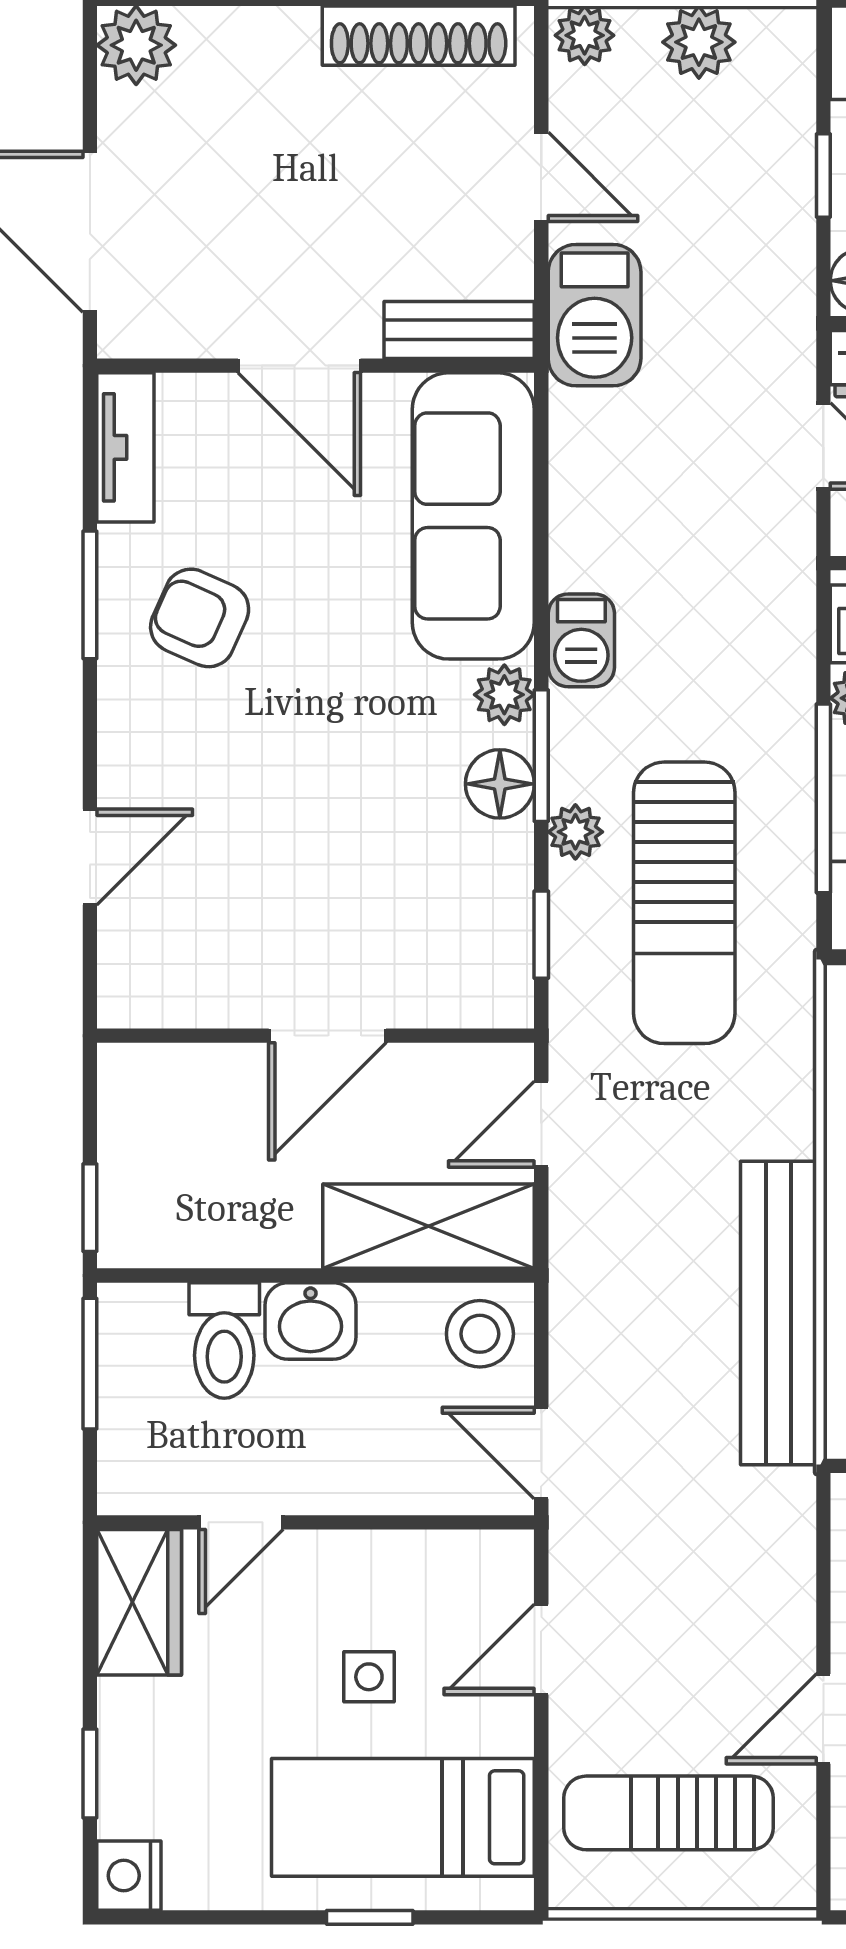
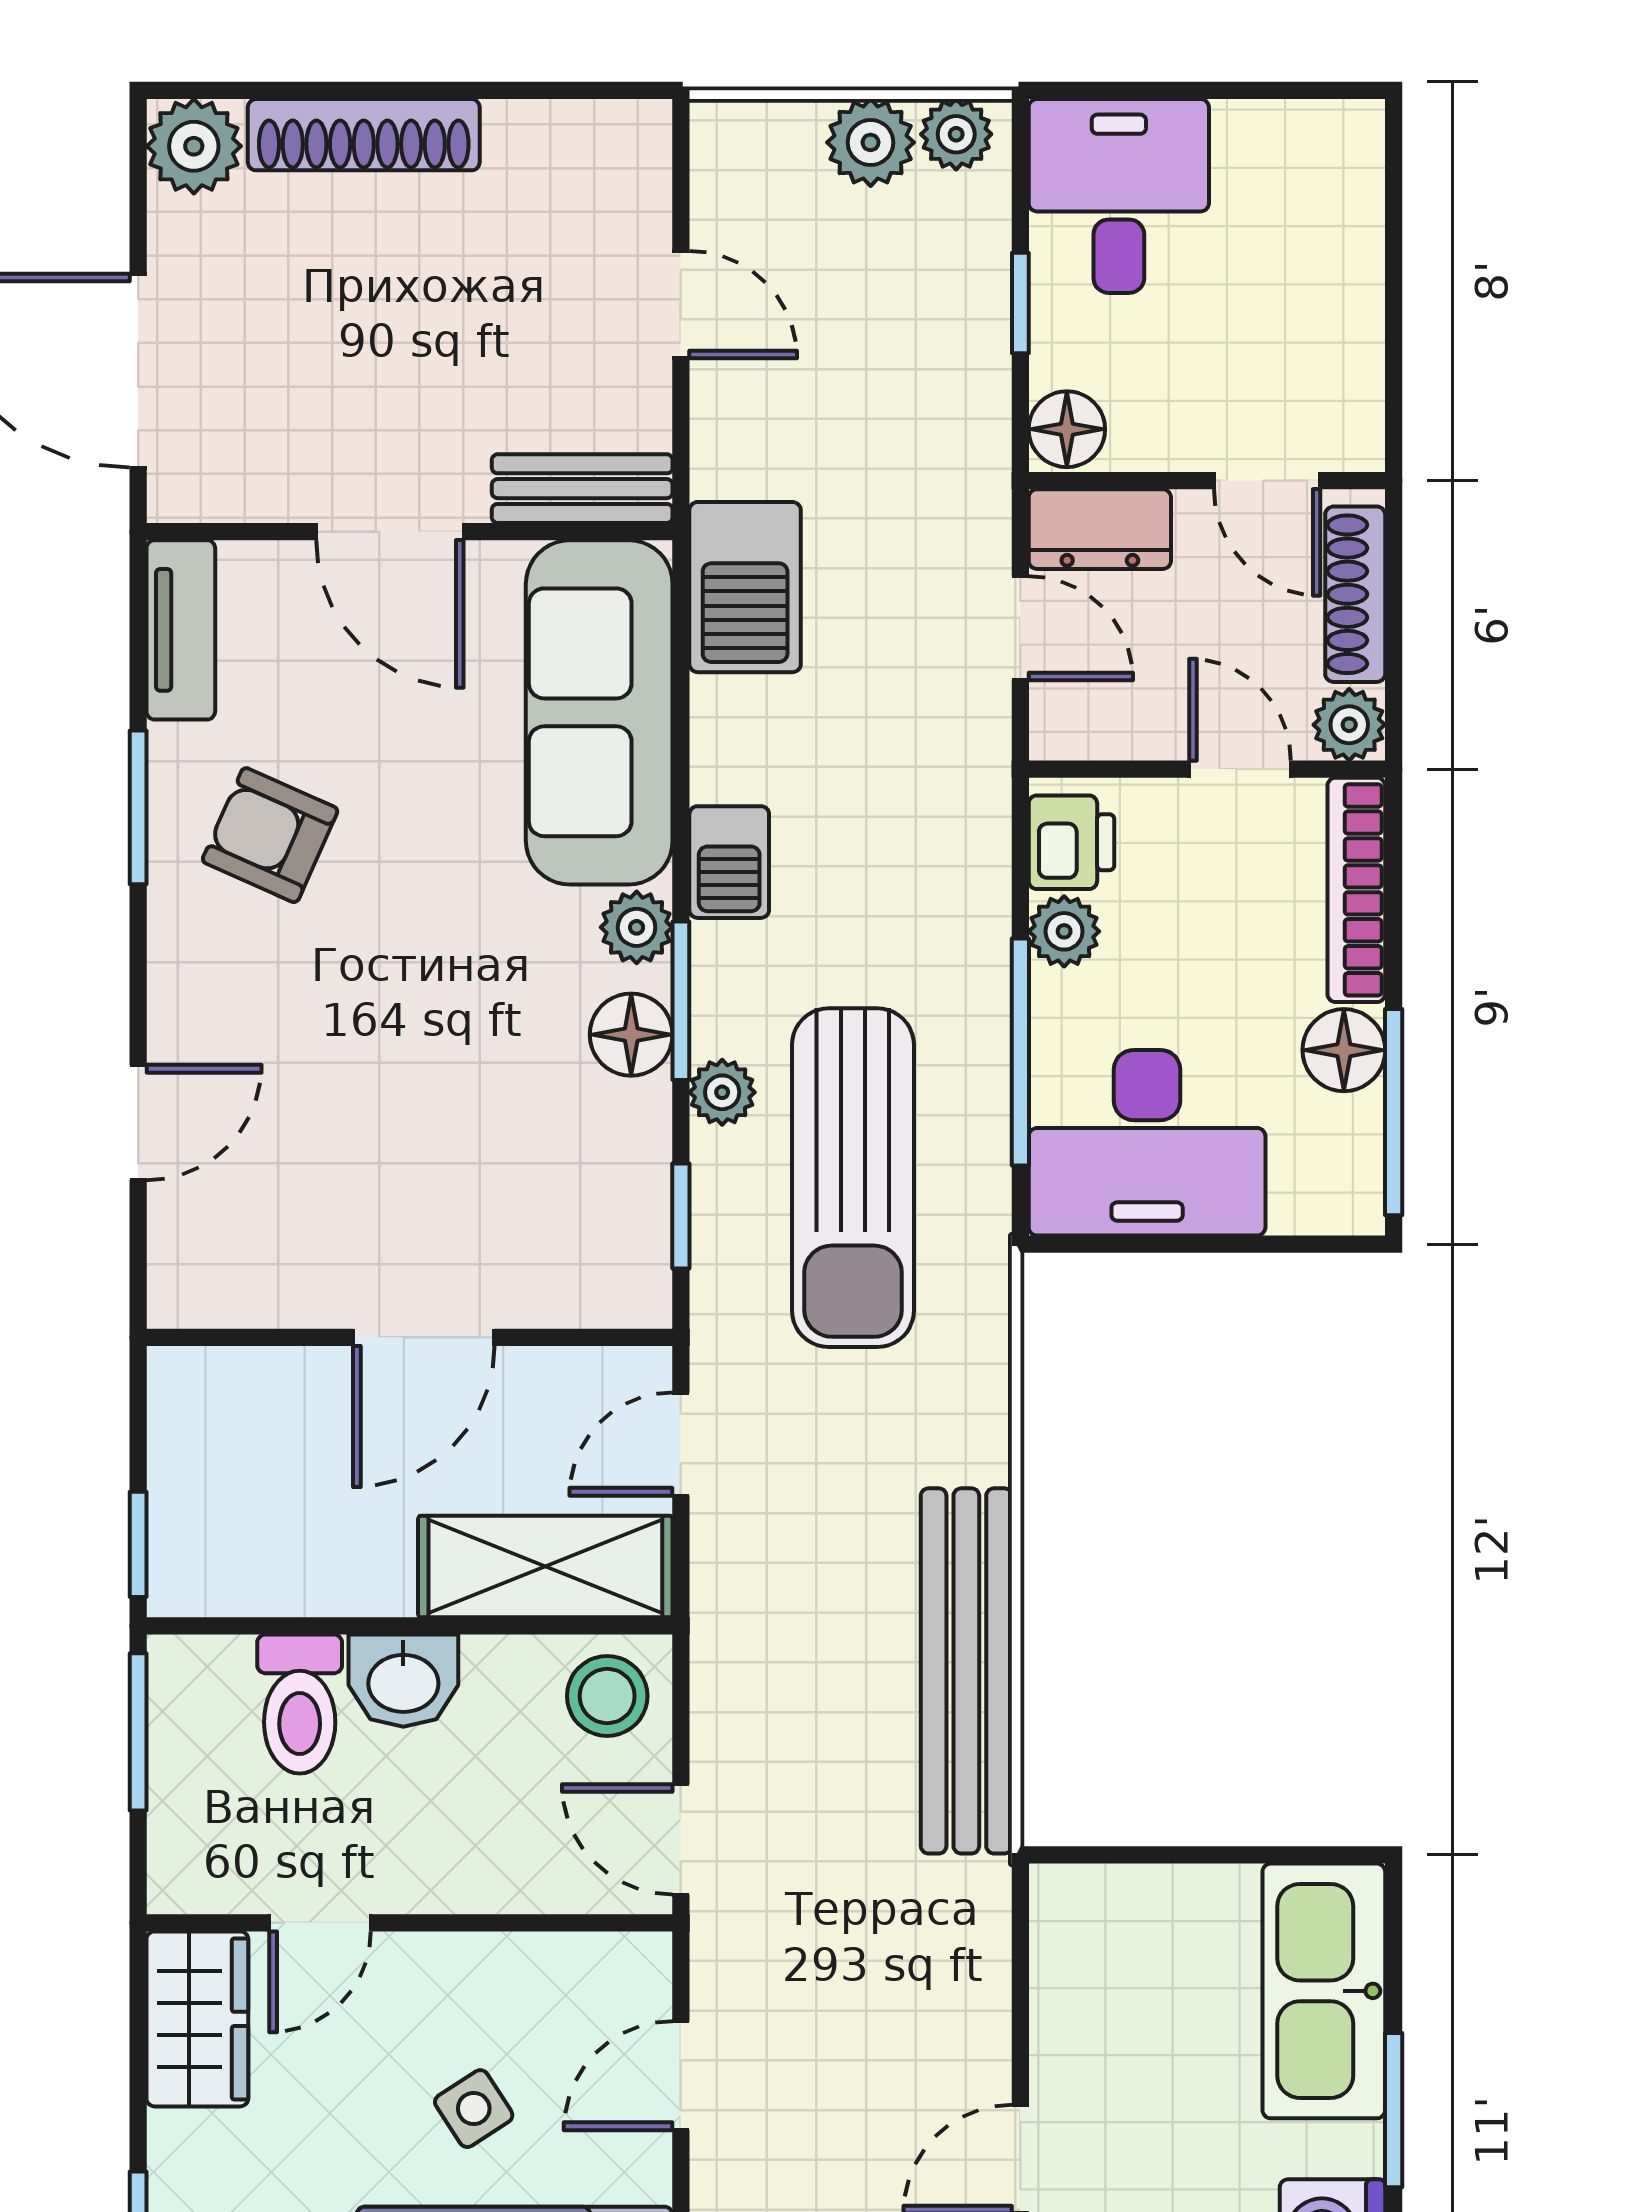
plant: (585, 35) -> (956, 134), moved
shoe rack: (419, 36) -> (364, 135), moved
barbecue: (595, 315) -> (745, 587), moved
side table: (369, 1677) -> (474, 2109), turned -33

